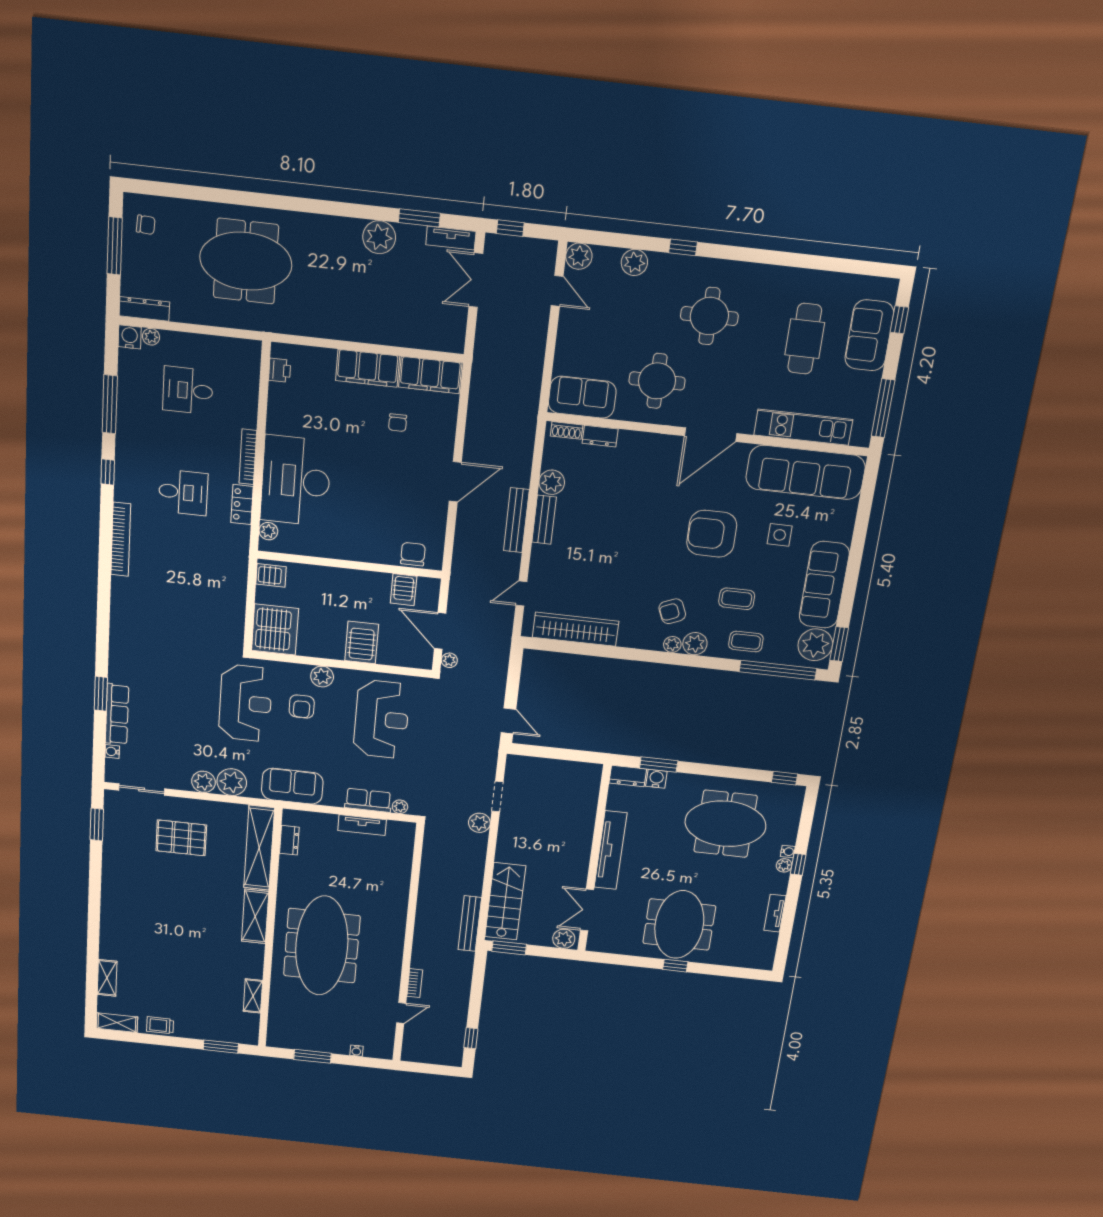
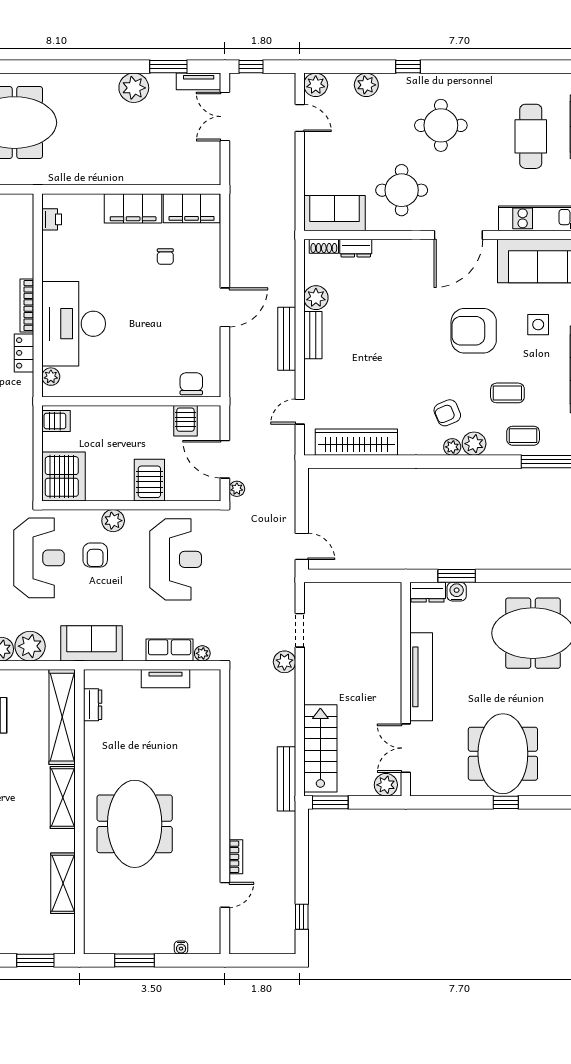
meeting table: (322, 946) -> (135, 824), width x0.73
shelving: (253, 996) -> (63, 883), width x1.50, depth x1.33

